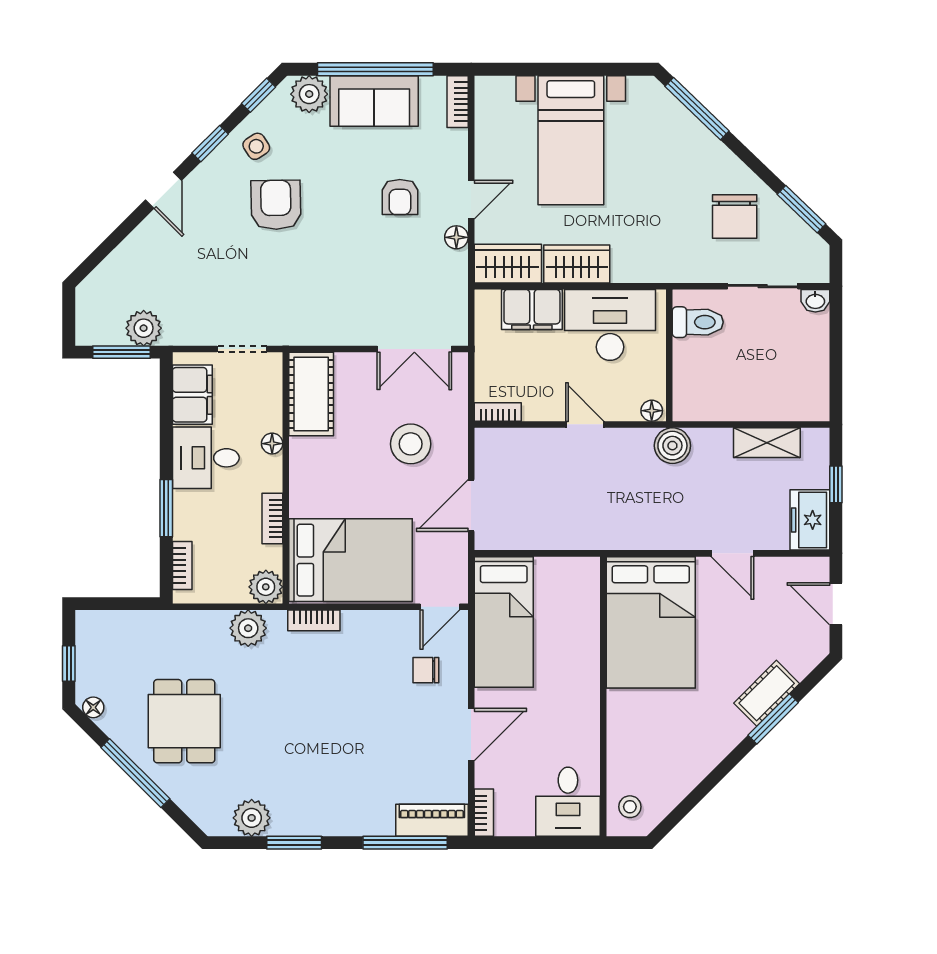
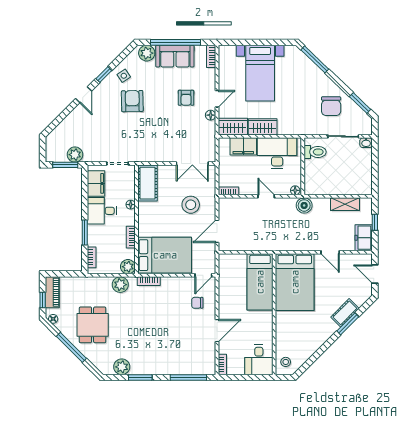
window: (259, 95) -> (125, 54), removed
bed: (504, 622) -> (260, 282), moved
piano: (432, 820) -> (52, 292), moved, turned 90

